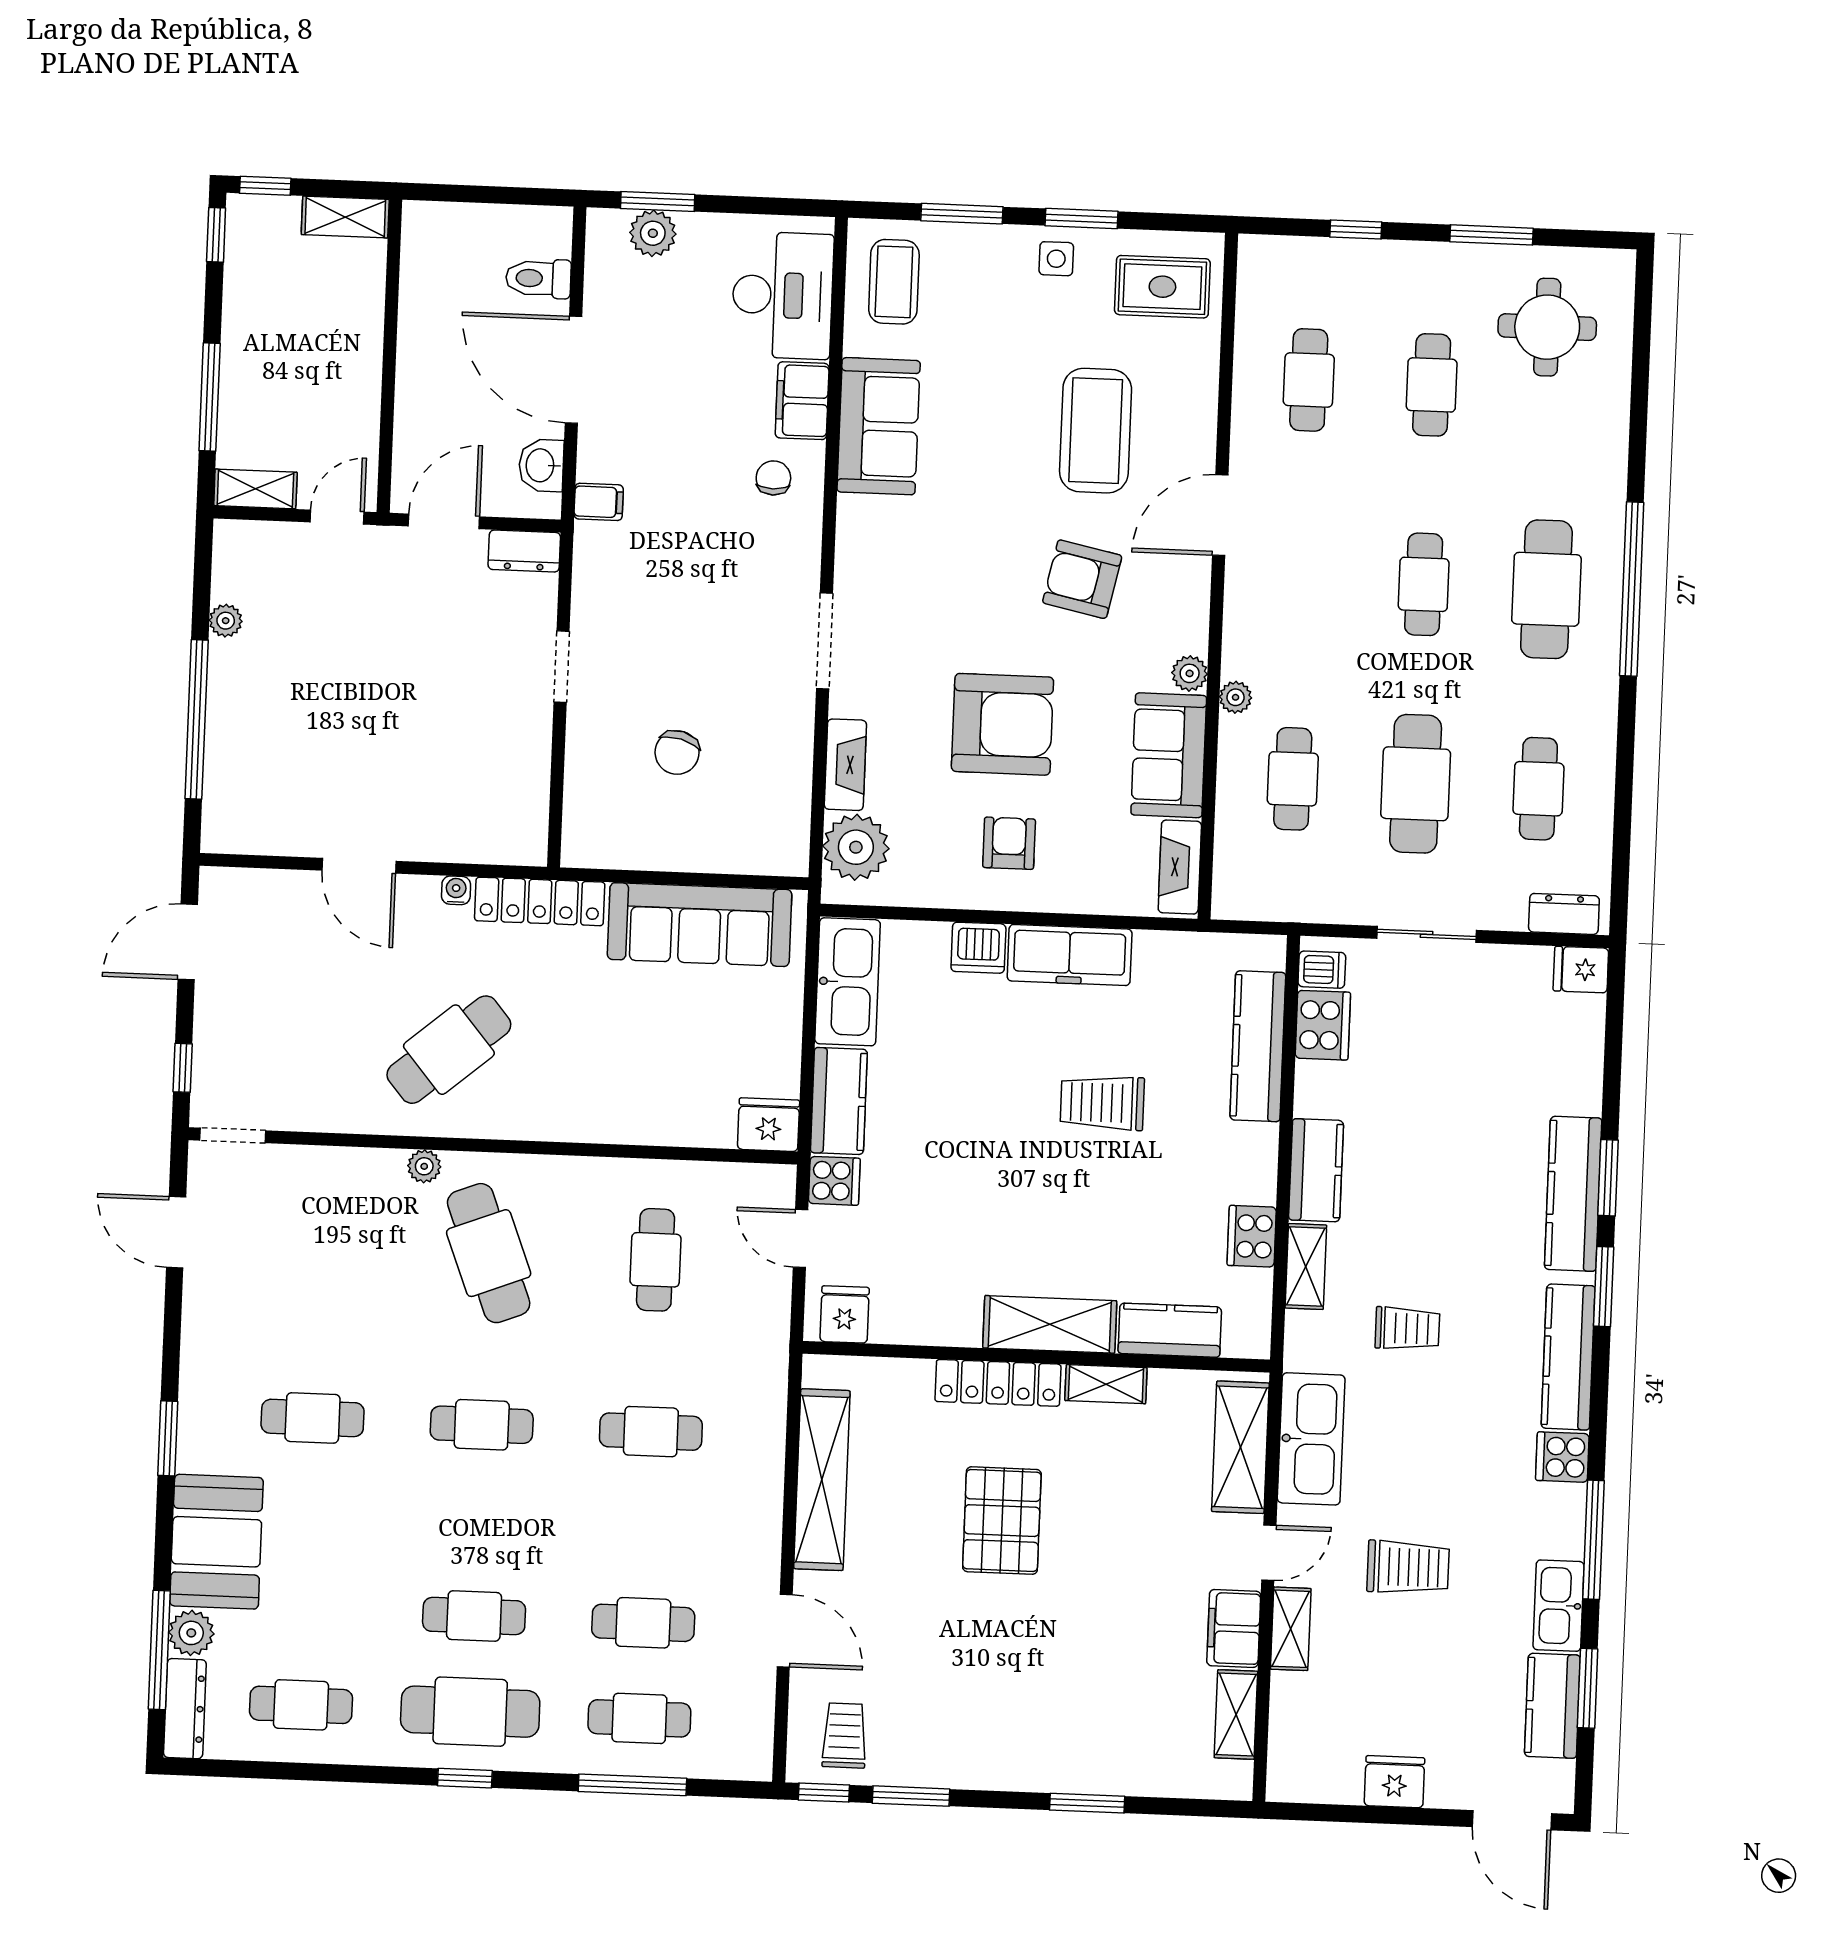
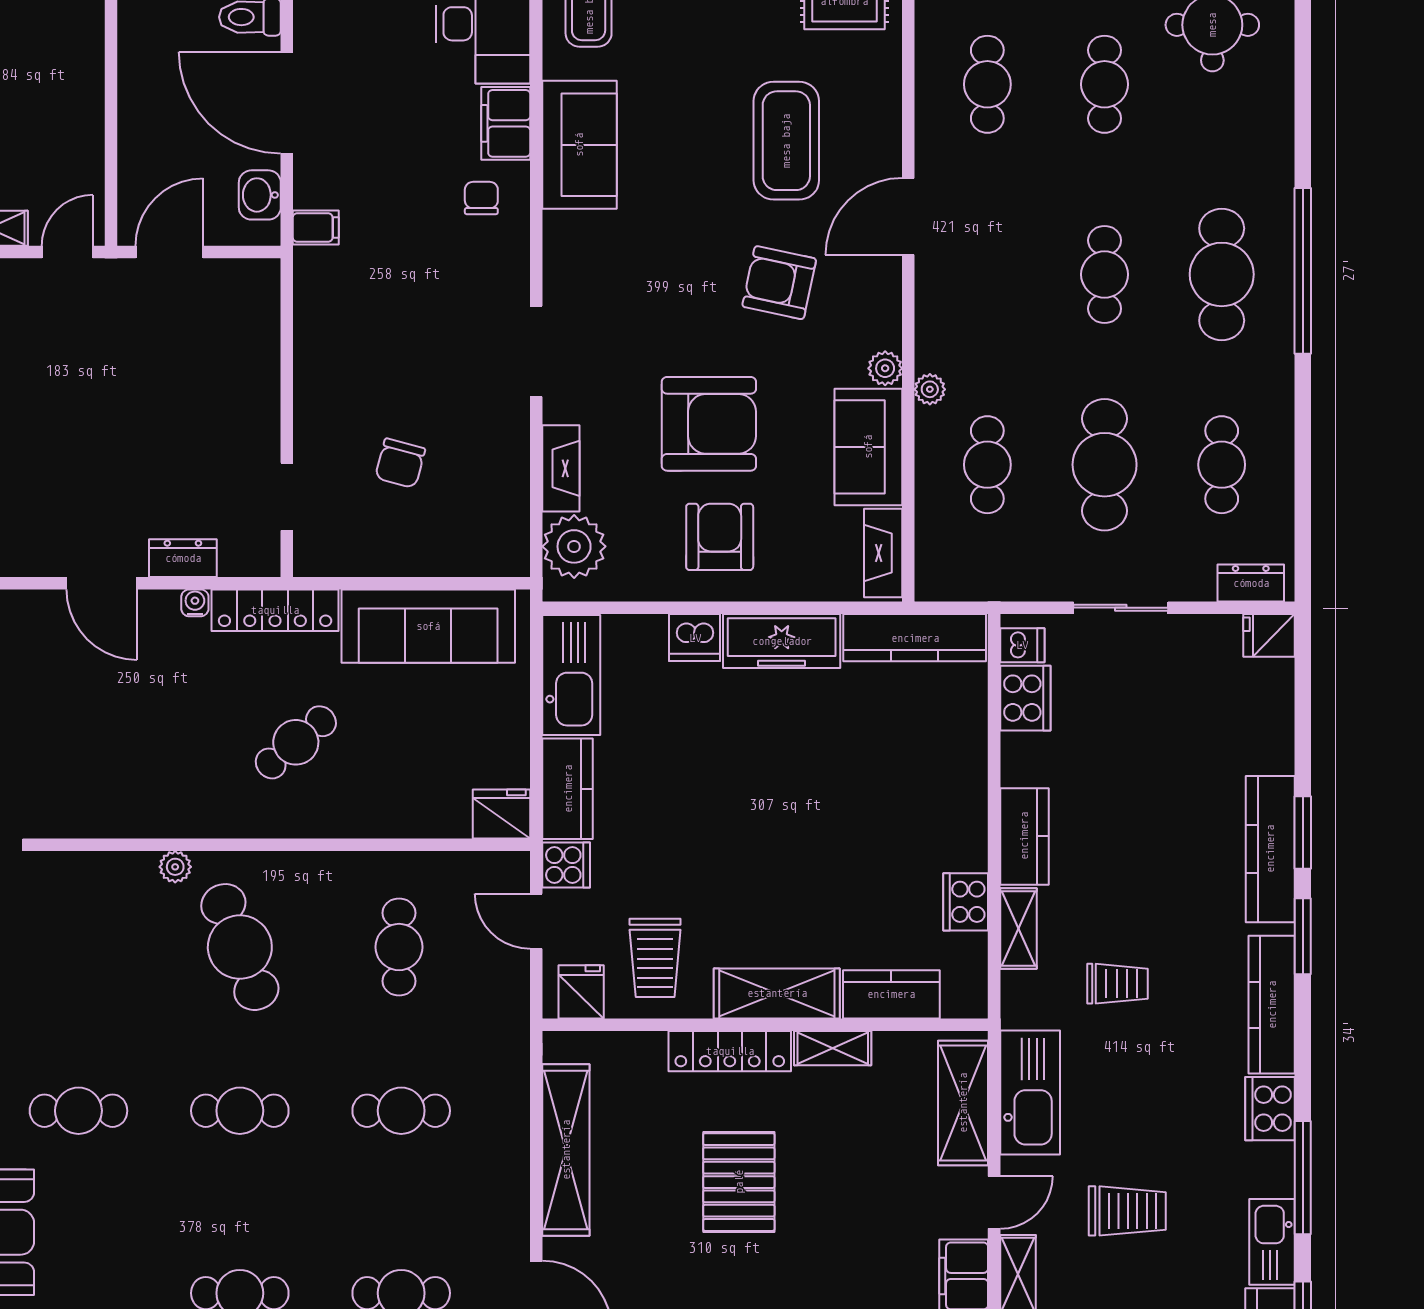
dresser: (524, 551) -> (183, 558), moved, turned 180
doorway: (562, 667) -> (287, 497), moved
armchair: (1009, 843) -> (720, 537), width x1.38, depth x1.38
kitchen counter: (1258, 1046) -> (915, 638), moved, turned -90
cafe table: (449, 1050) -> (296, 742), moved, width x0.73, depth x0.74
trolley: (1102, 1103) -> (655, 958), moved, turned -90
cooker: (1562, 1457) -> (1270, 1109), width x1.36

